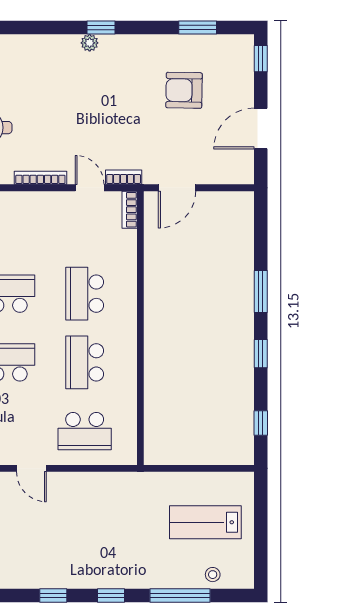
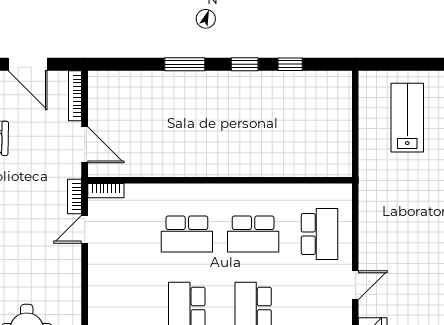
bookcase: (40, 178) -> (75, 96), moved
window: (261, 423) -> (290, 64), moved
lab bench: (205, 522) -> (407, 118), turned 180

